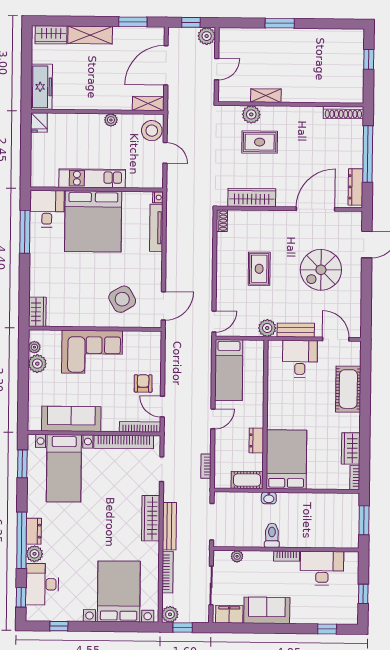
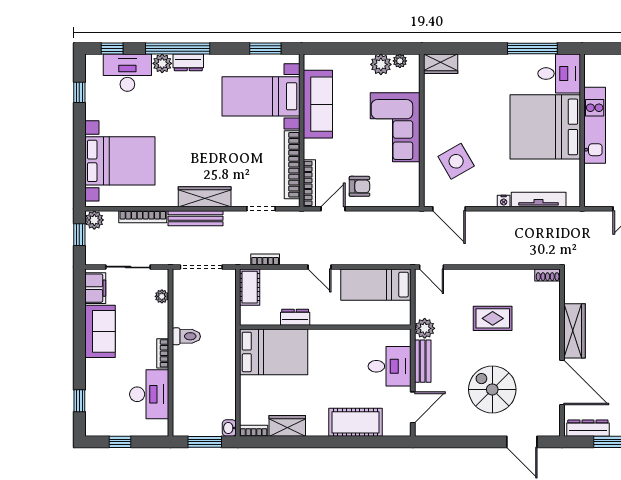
nightstand: (158, 197) -> (504, 201), moved
wardrobe: (252, 198) -> (574, 331), moved
cot: (247, 480) -> (250, 287), moved
washbasin: (269, 498) -> (229, 428), moved

